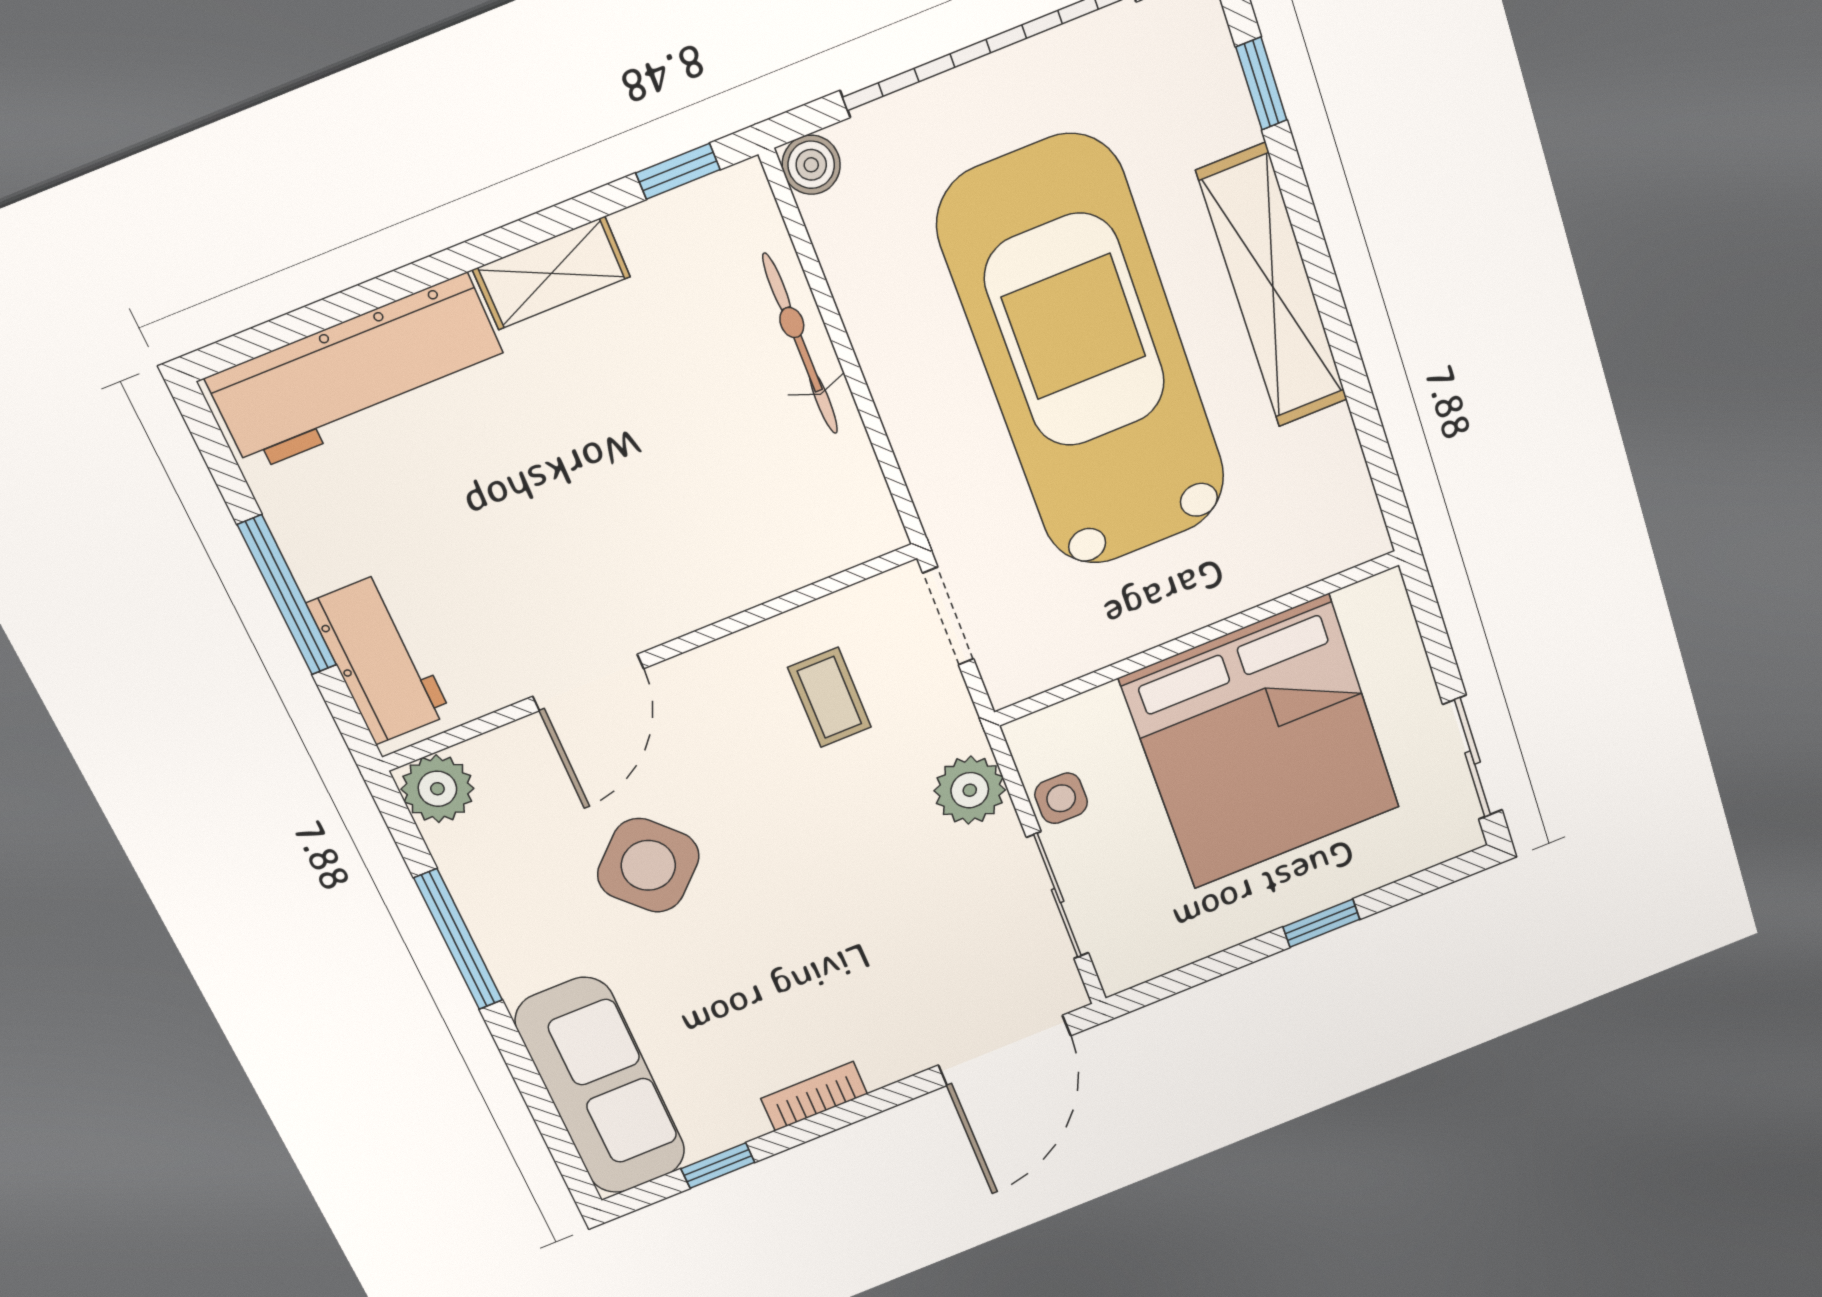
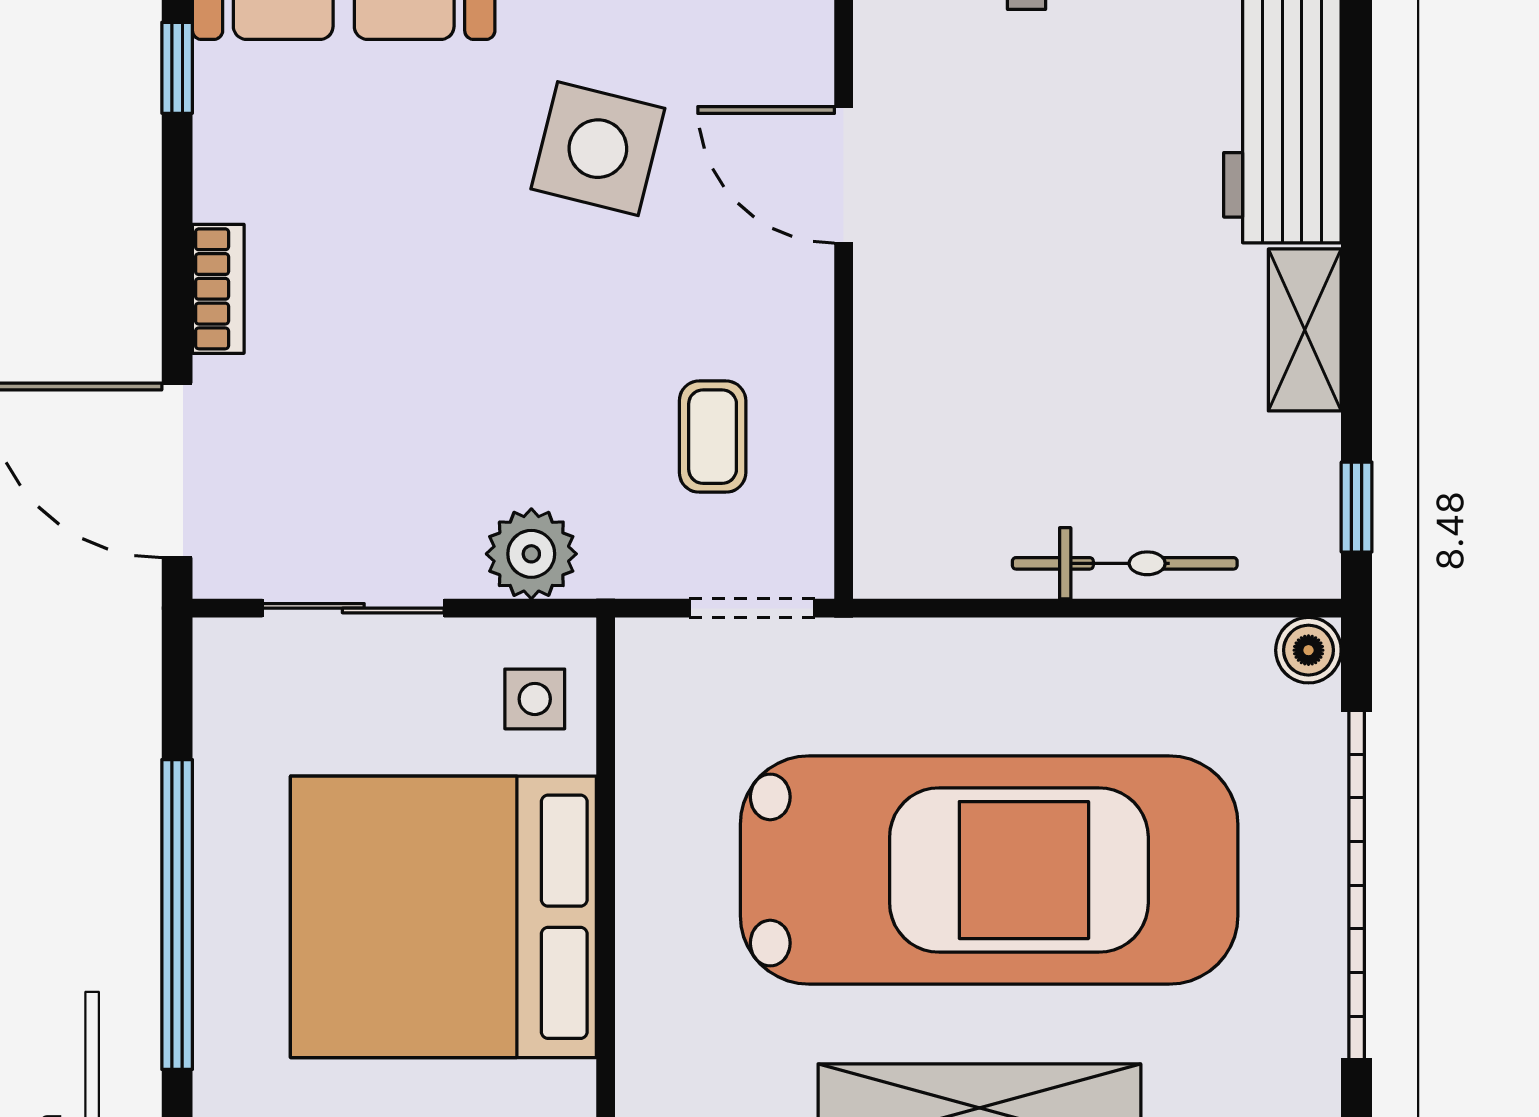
coffee table: (829, 697) -> (713, 437), turned 90
side table: (1061, 798) -> (535, 699), moved
side table: (648, 865) -> (598, 149), turned -32
window: (1321, 923) -> (177, 915), width x3.17
bookcase: (814, 1096) -> (218, 289), moved

